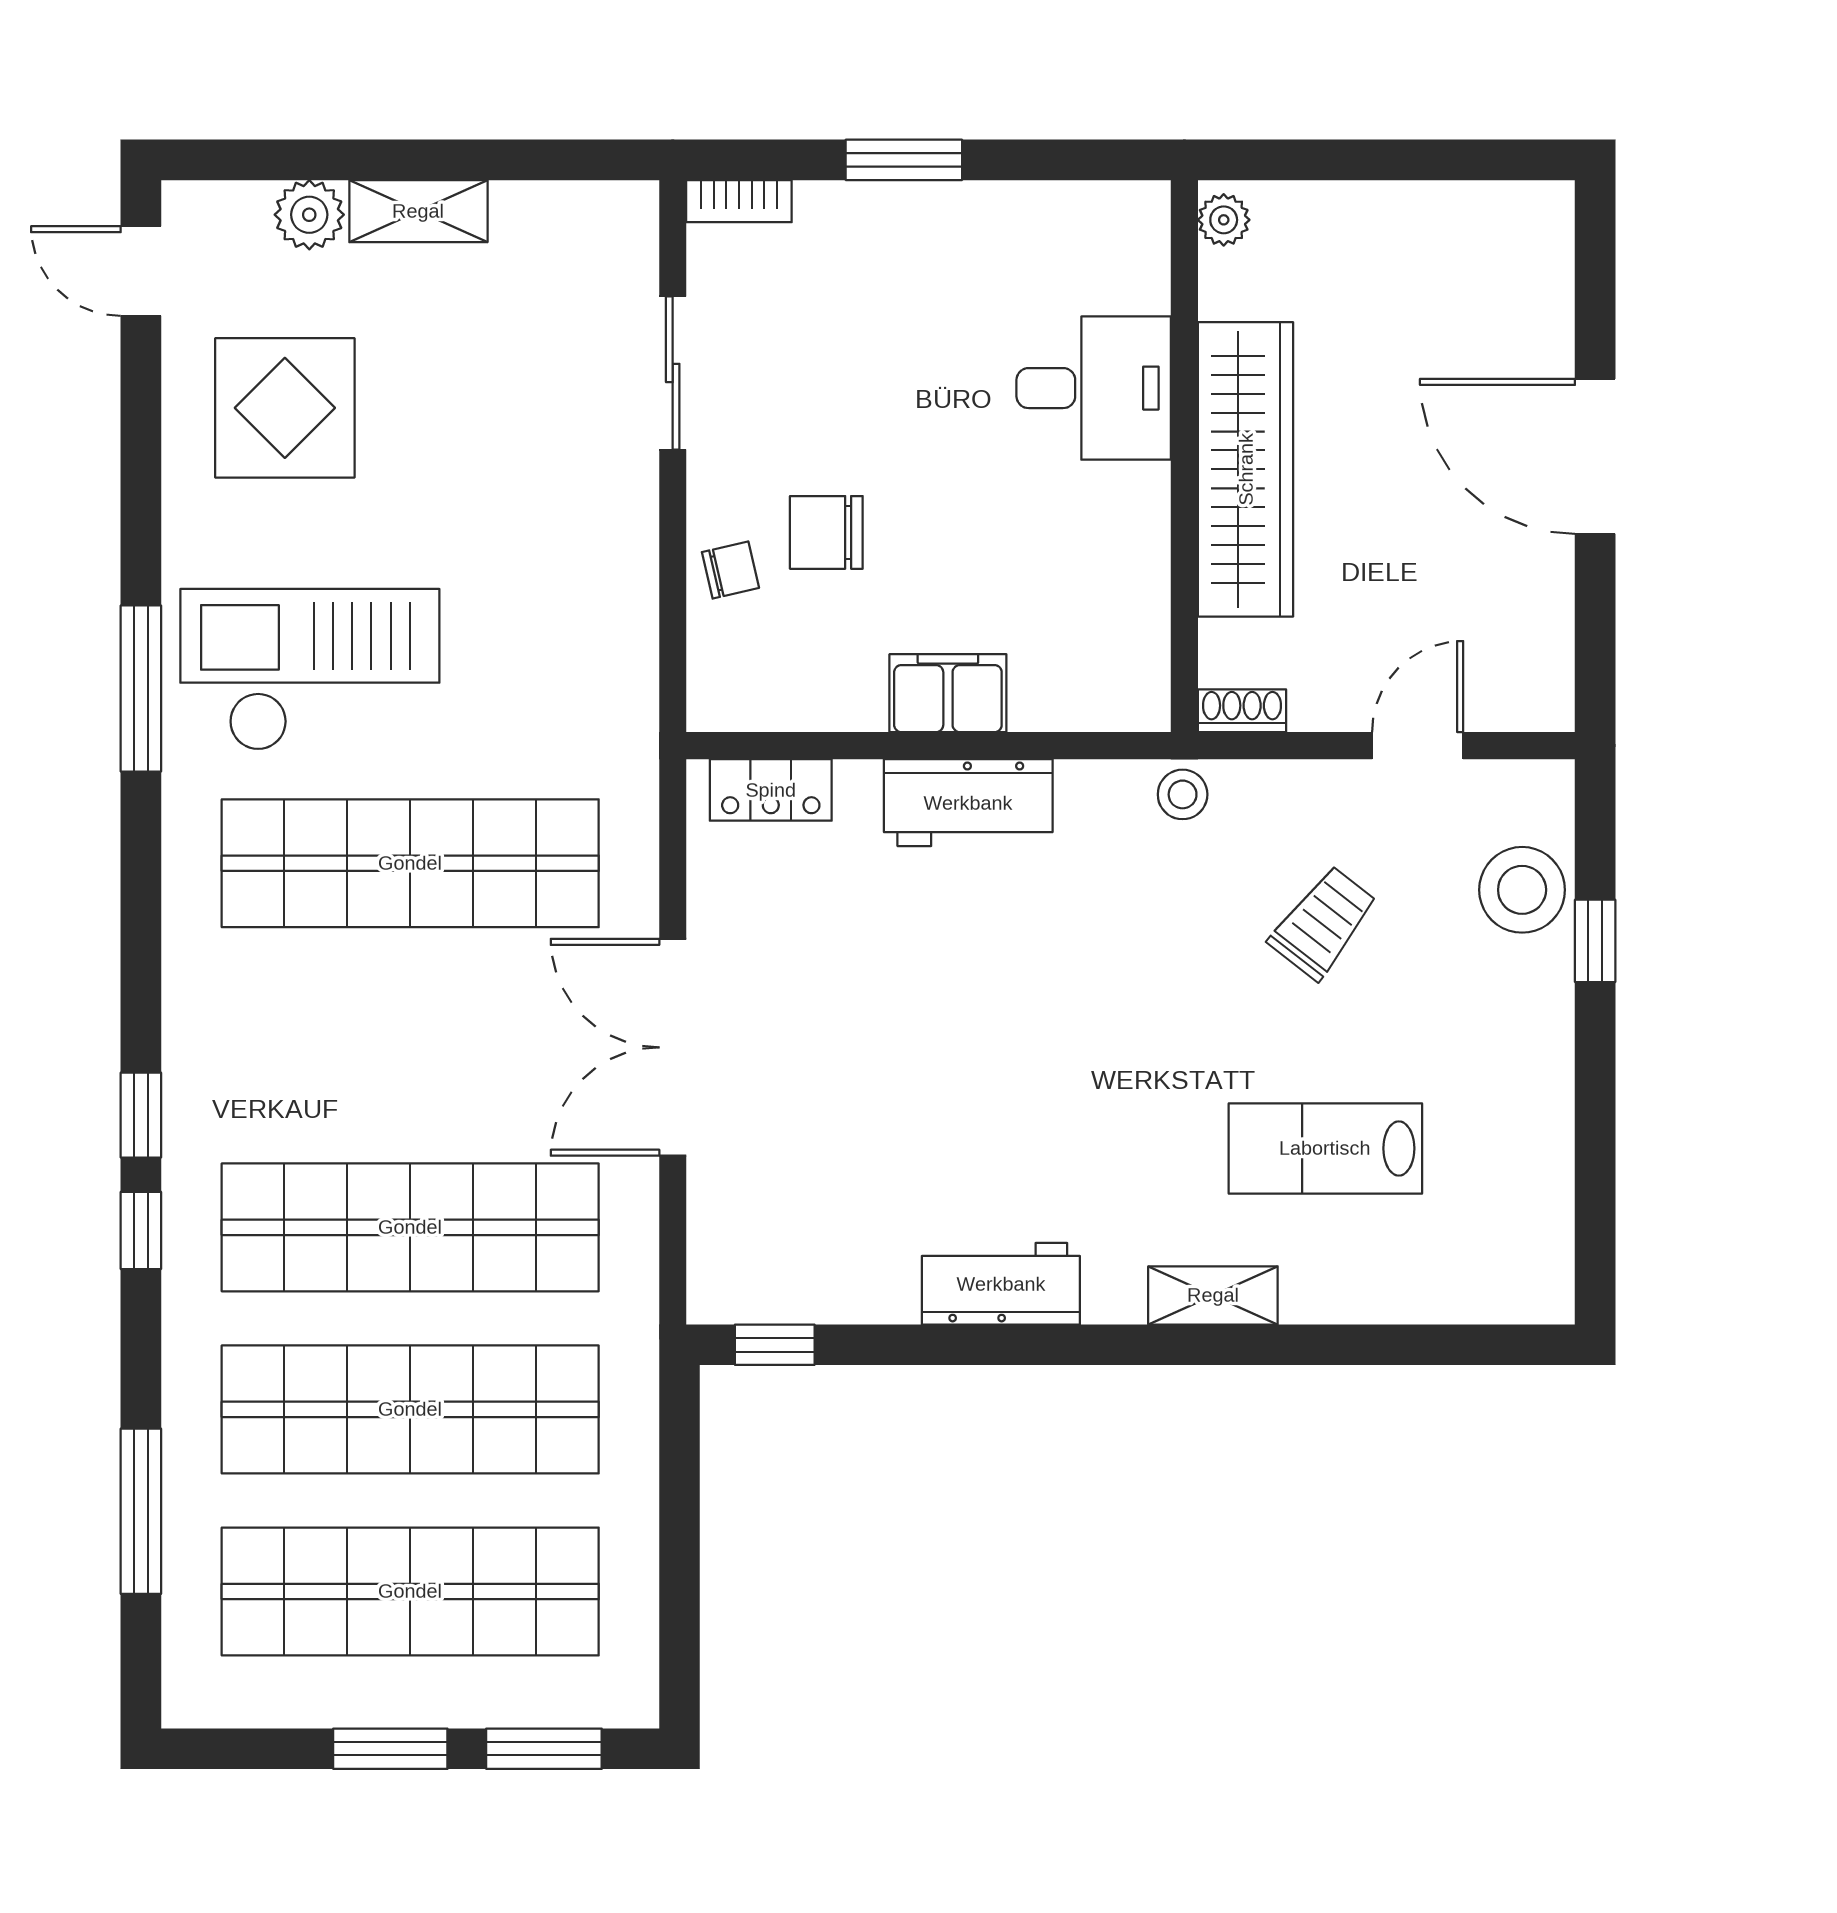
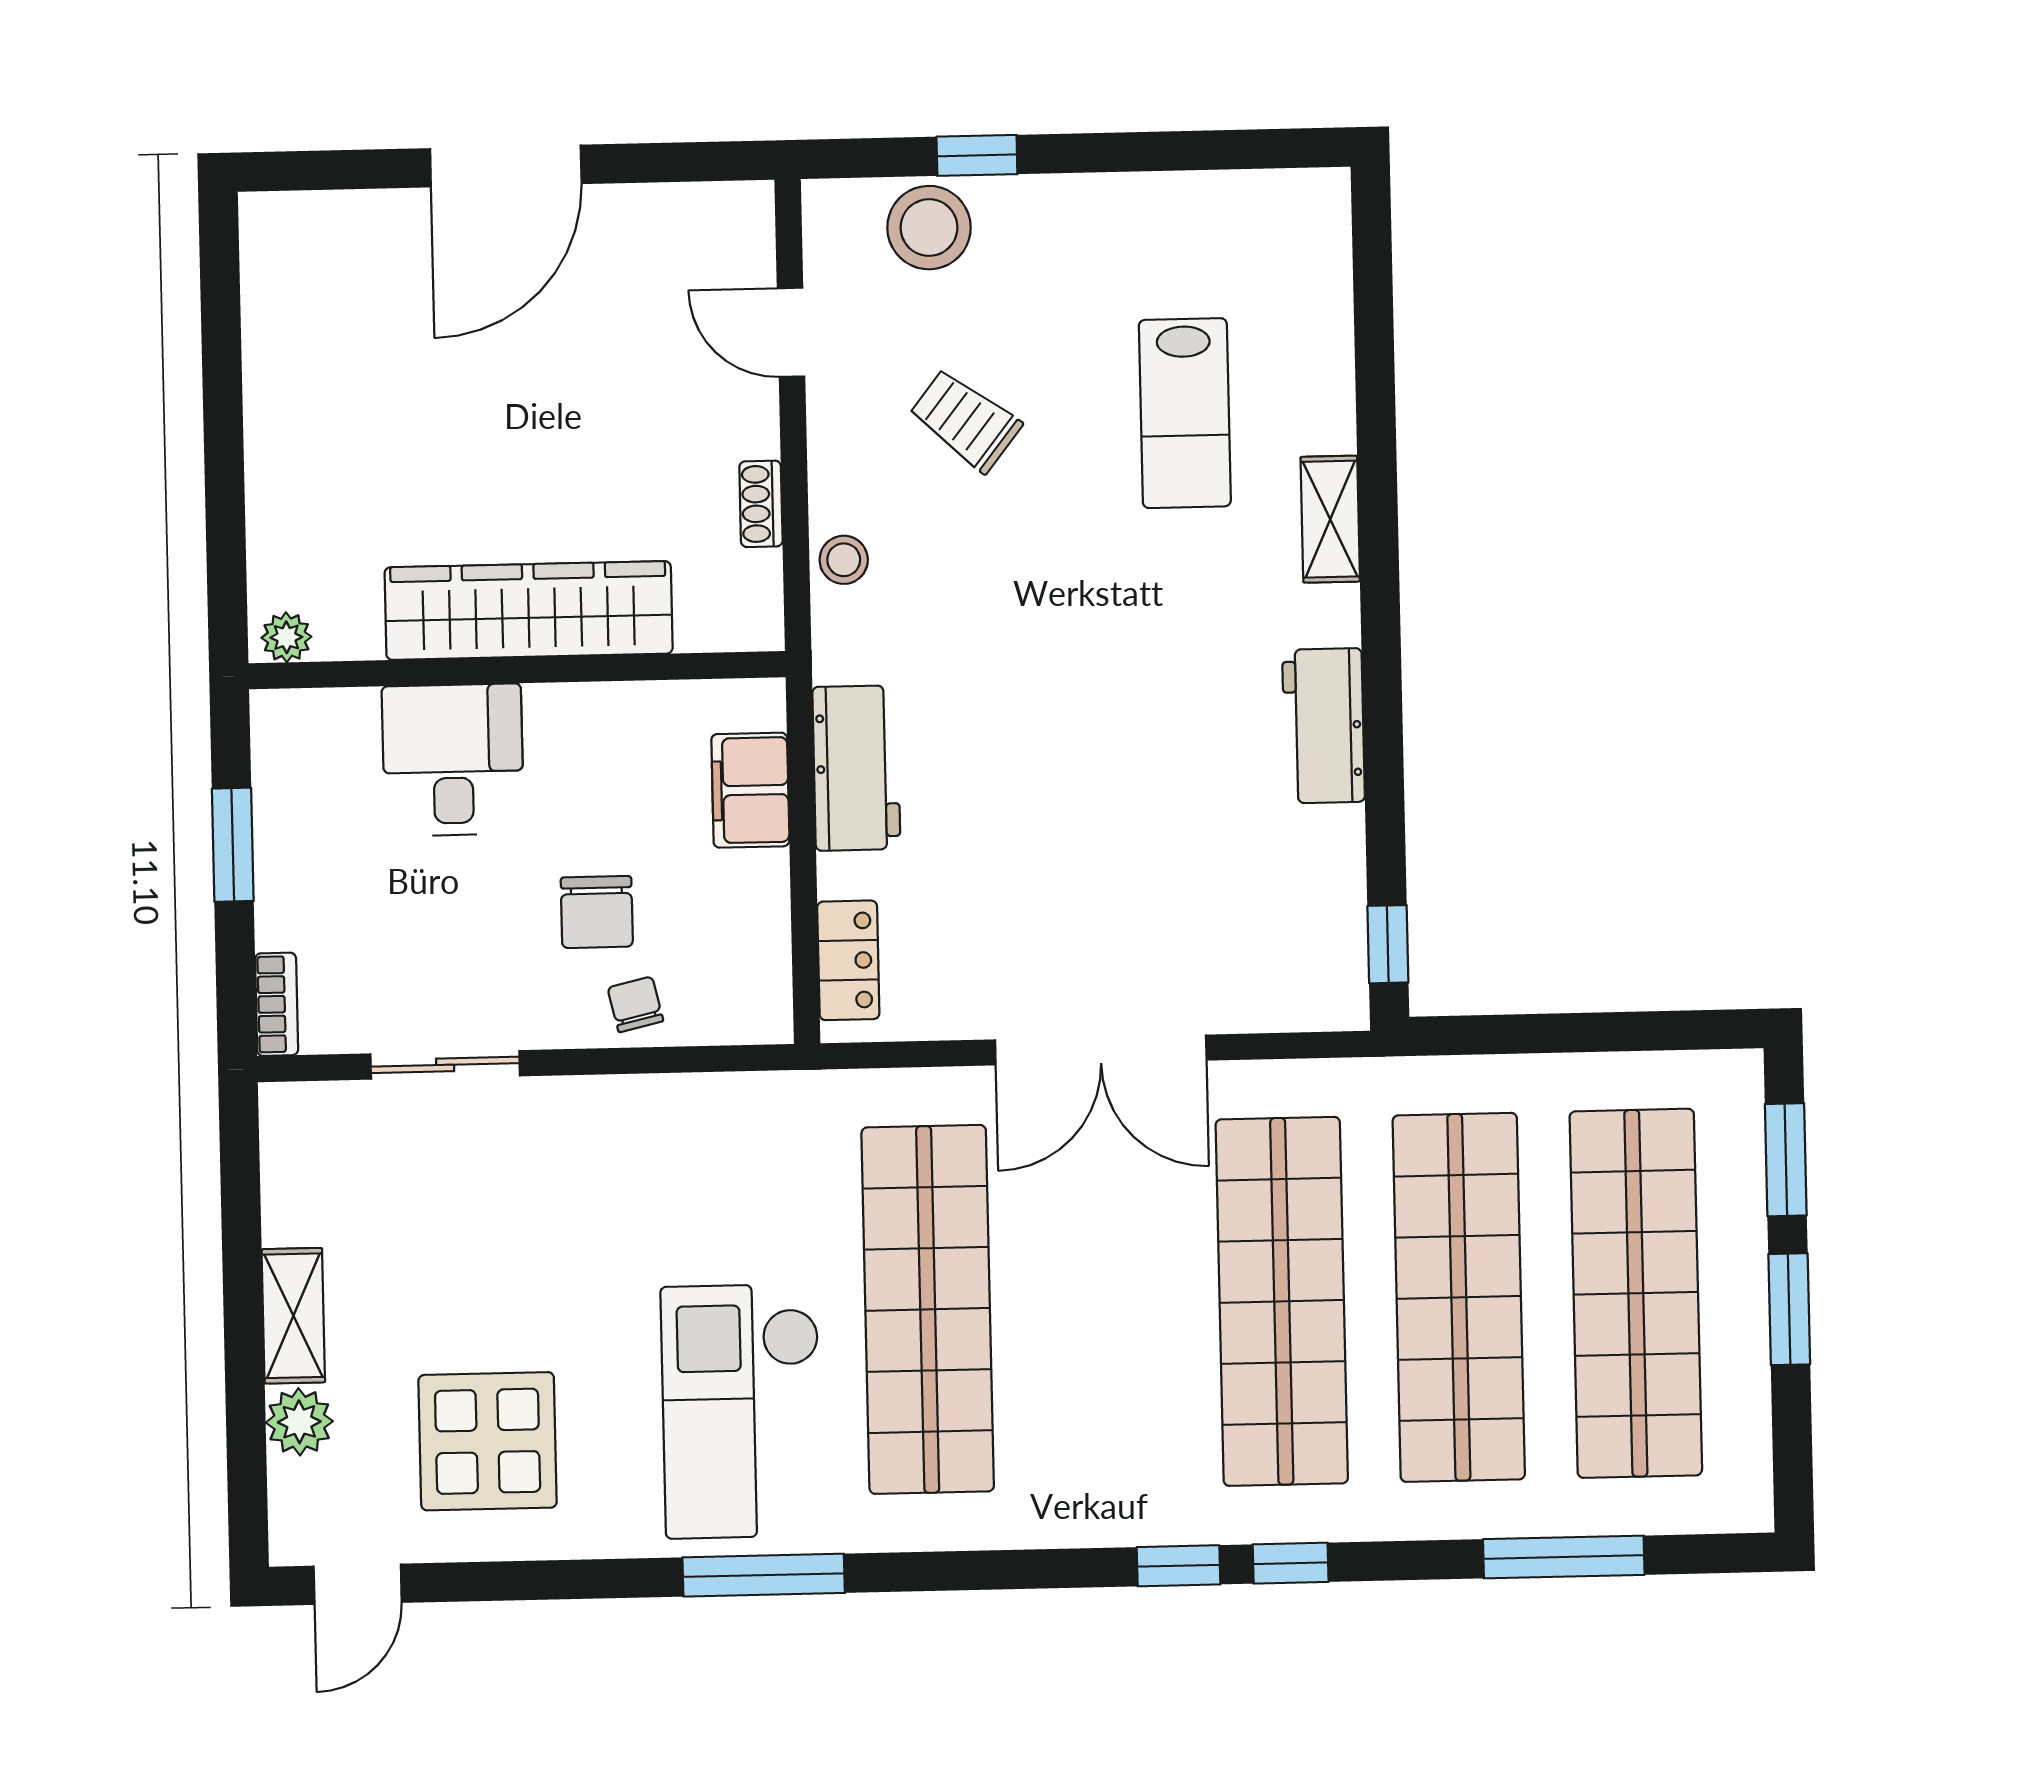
plant: (1224, 220) -> (286, 637), moved
desk: (1094, 388) -> (453, 760), moved
wall: (1184, 456) -> (517, 670), moved
wardrobe: (1246, 469) -> (529, 610), moved

